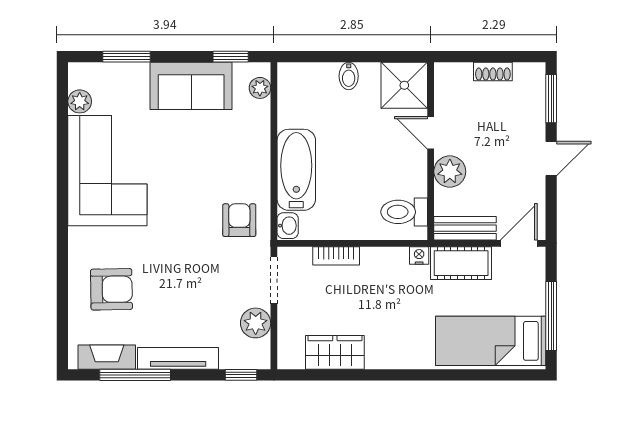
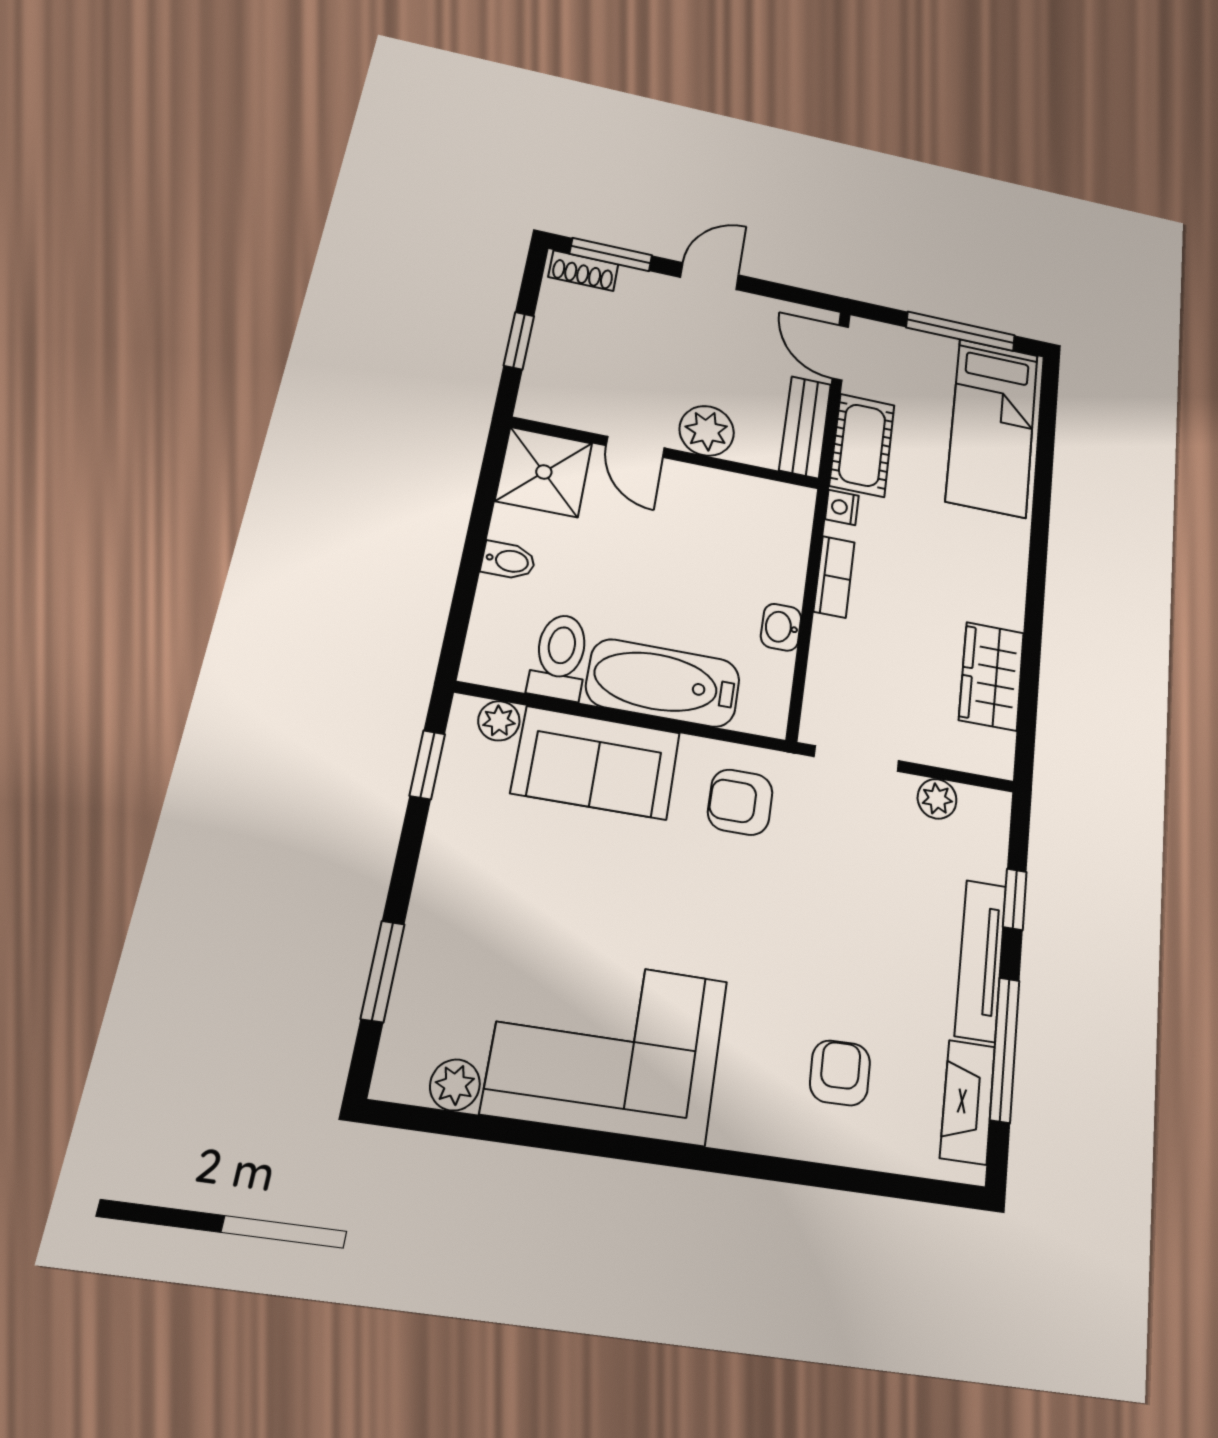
window: (482, 57) -> (519, 341), added
shoe rack: (493, 72) -> (583, 271), moved, turned 90
sofa: (191, 86) -> (596, 763), moved, turned 90
door: (431, 133) -> (635, 447), hinge flipped
door: (551, 159) -> (710, 276), hinge flipped
toilet: (404, 212) -> (560, 657), moved, turned 180
washbasin: (288, 226) -> (781, 627), moved, turned -90
bookcase: (336, 256) -> (834, 577), moved
armchair: (111, 289) -> (840, 1073), width x0.72, depth x0.72
plant: (256, 323) -> (937, 799), width x0.73, depth x0.73
window: (241, 375) -> (1015, 899), moved

